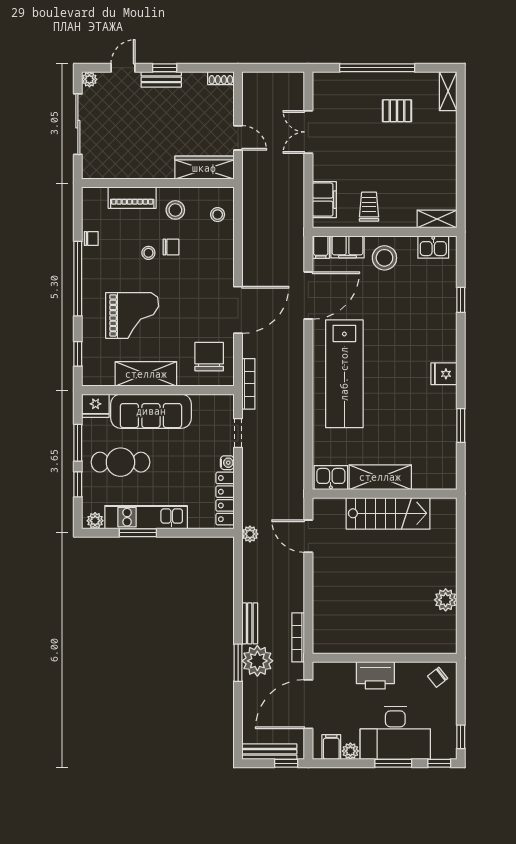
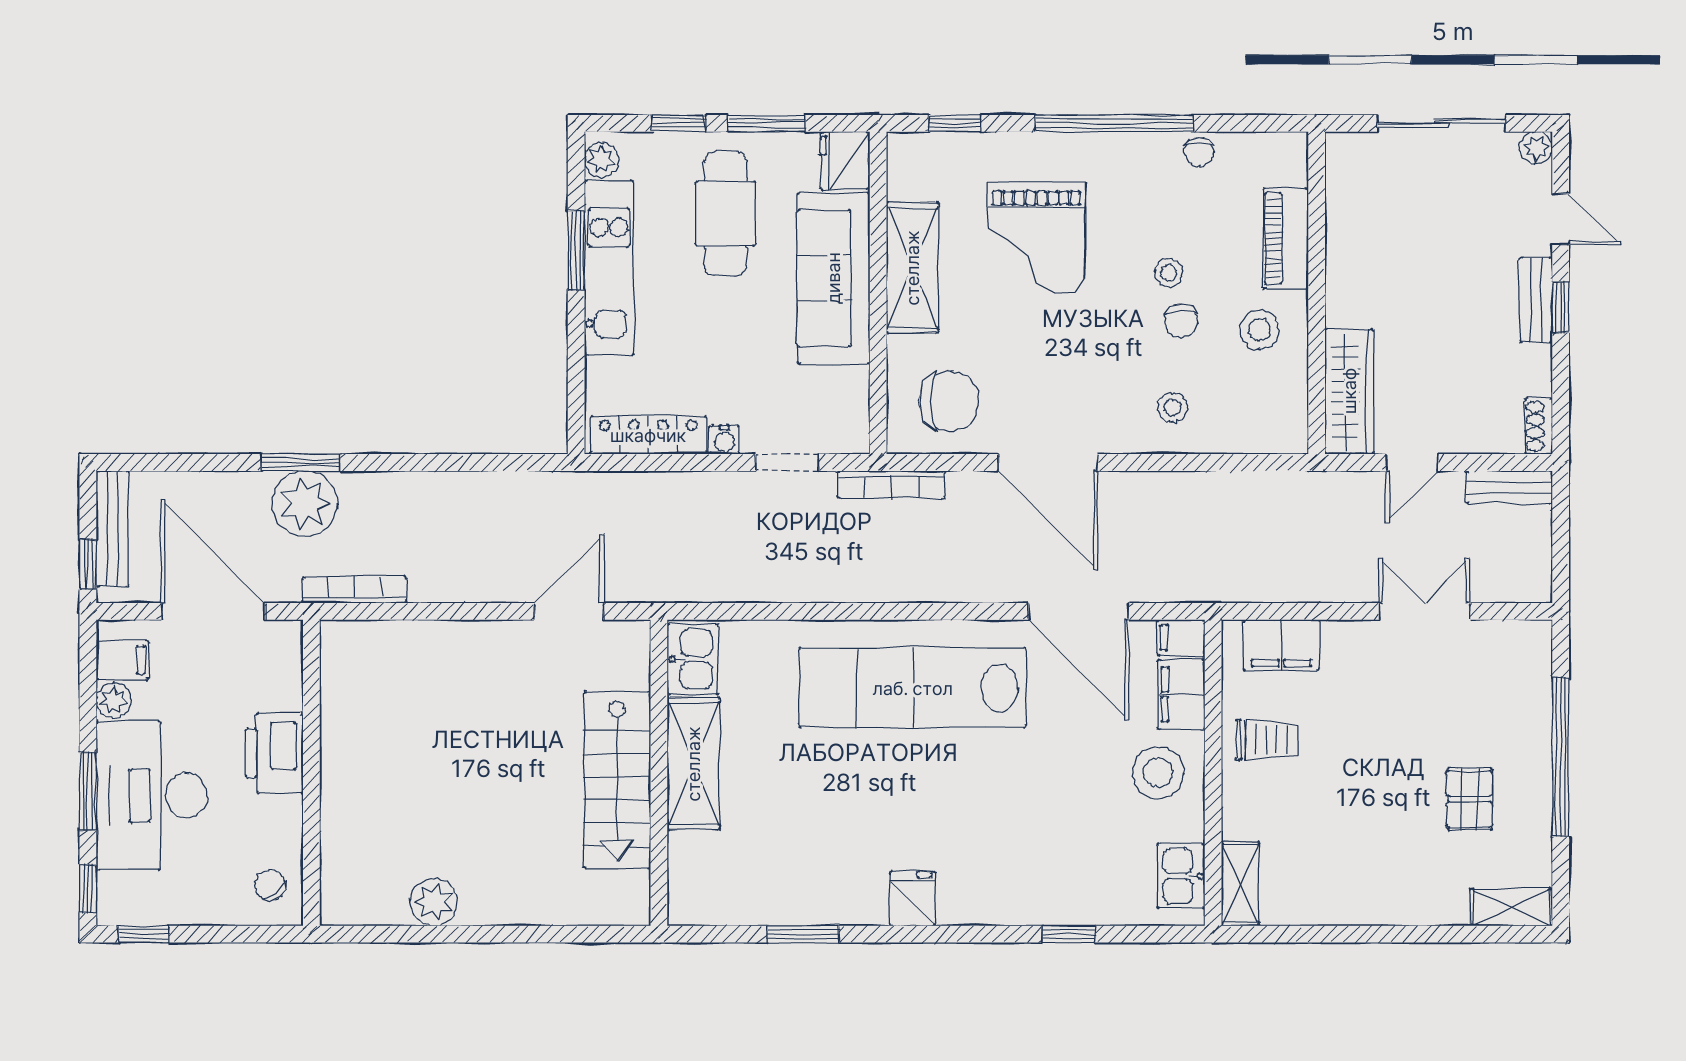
stool: (218, 215) -> (1173, 408), moved
plant: (250, 534) -> (573, 488), removed
bench: (250, 623) -> (1509, 487), moved

